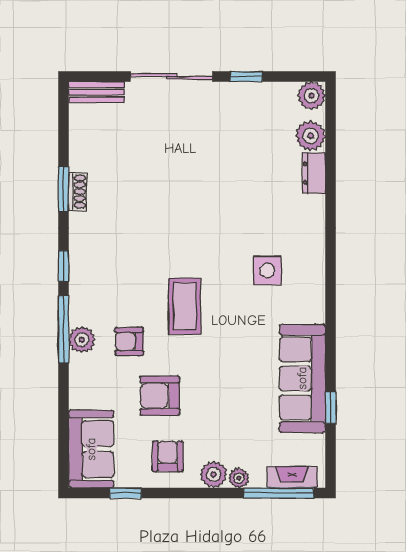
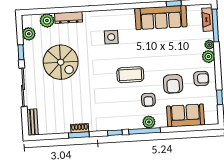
plant: (311, 96) -> (29, 34), moved
spiral stairs: (220, 160) -> (61, 62), added
dresser: (314, 173) -> (68, 18), width x1.44
sofa: (91, 449) -> (186, 115), moved
armchair: (168, 456) -> (201, 79), turned 180

